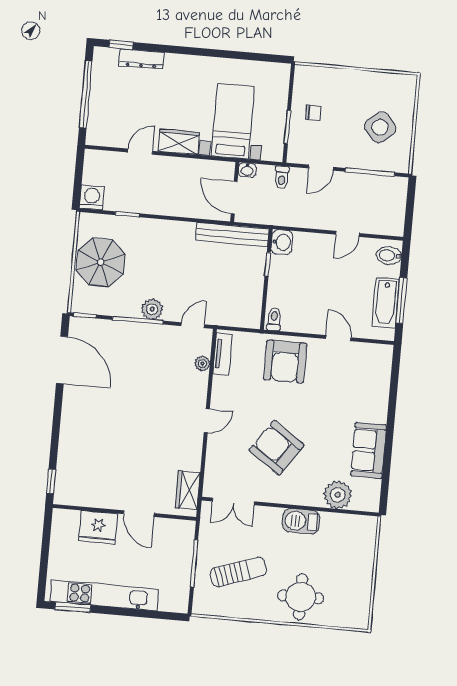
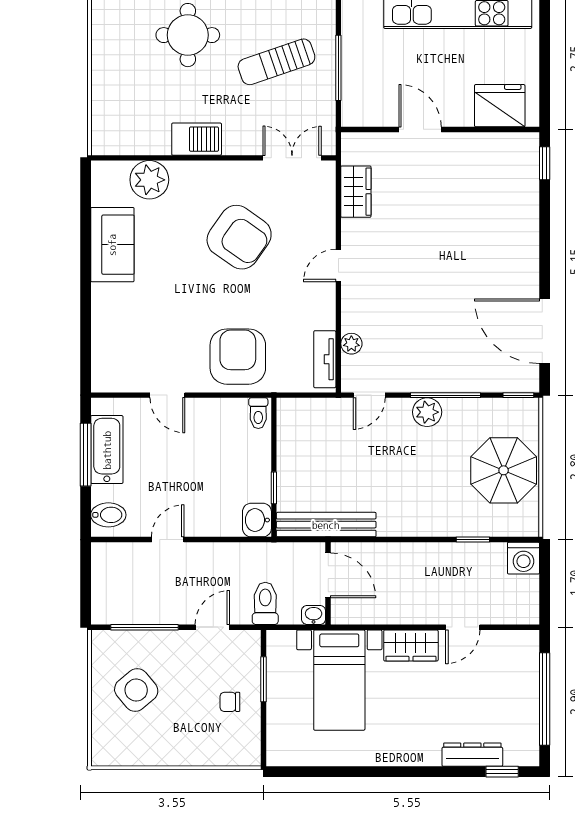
toilet: (282, 177) -> (265, 603), width x1.37, depth x1.39
wardrobe: (188, 490) -> (356, 192), moved
fridge: (98, 527) -> (500, 106), moved

